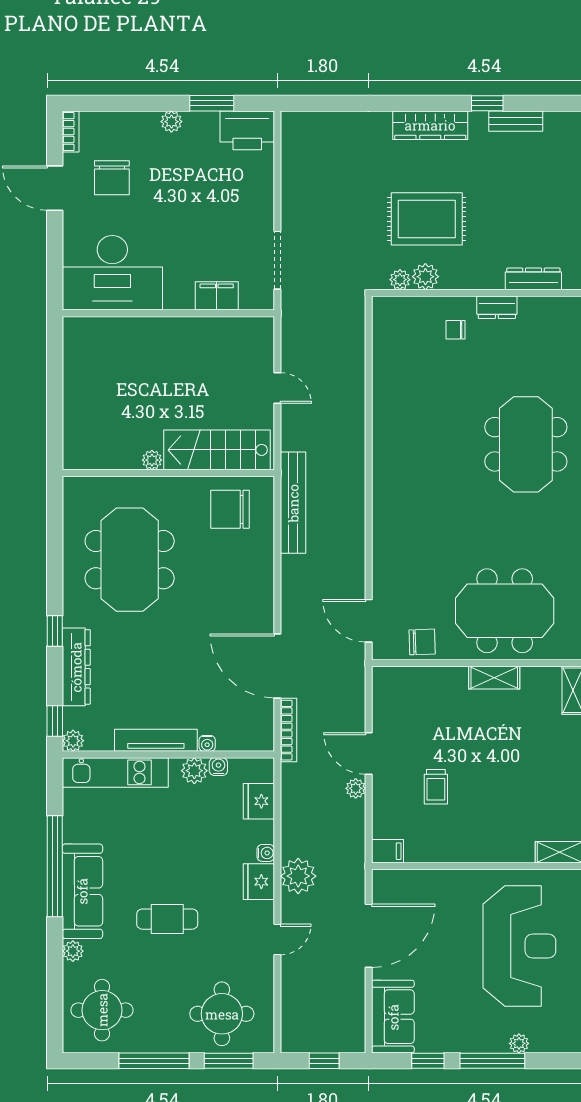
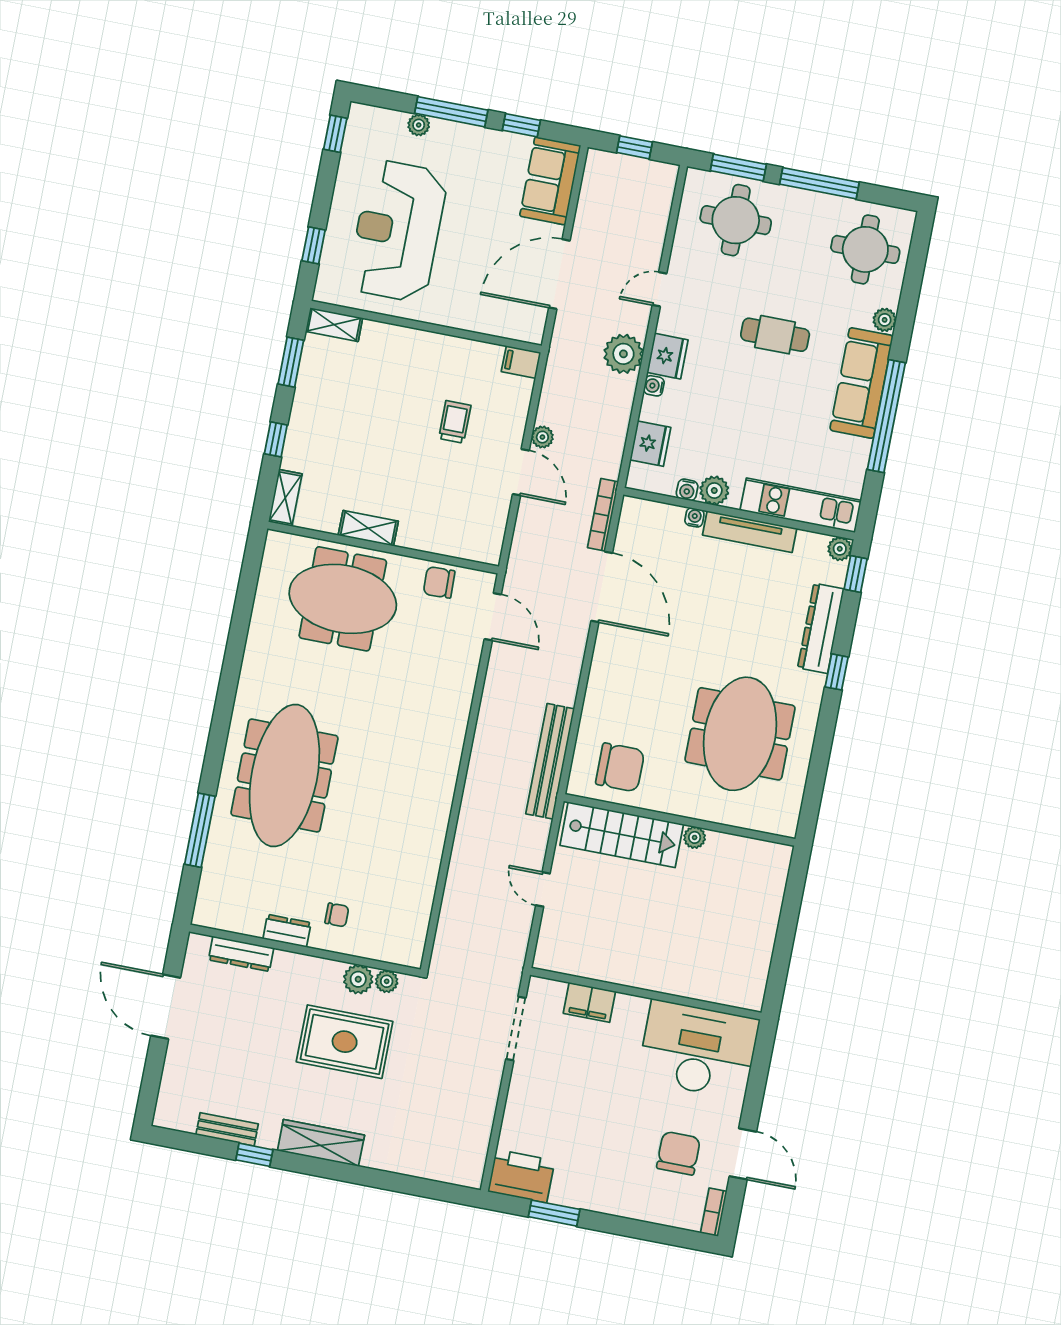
plant: (171, 122) -> (602, 1202), removed
meeting table: (526, 444) -> (284, 776), width x1.36

